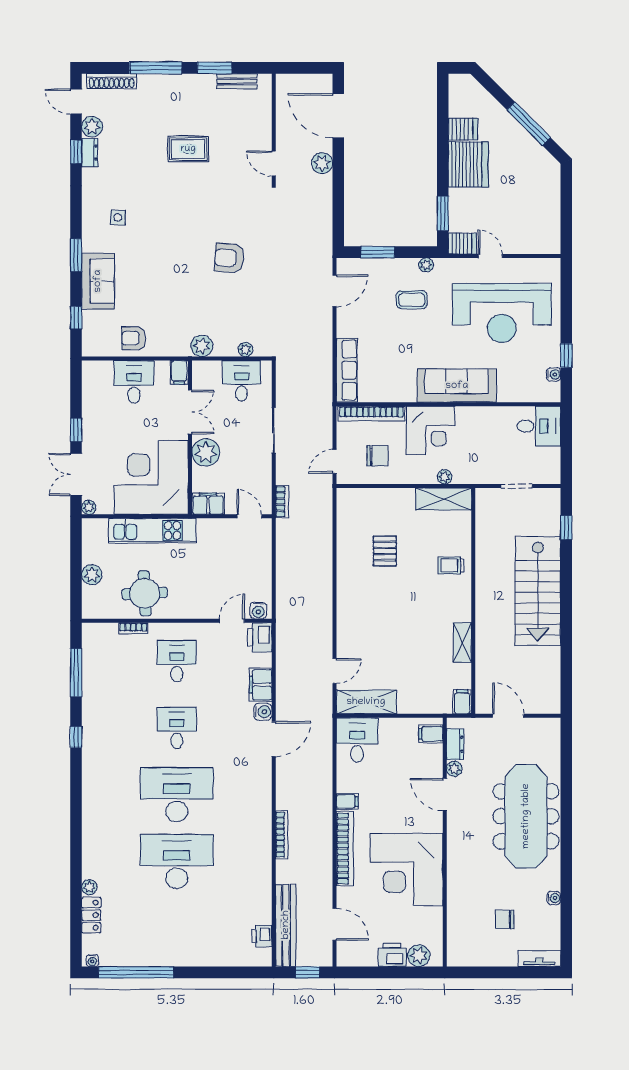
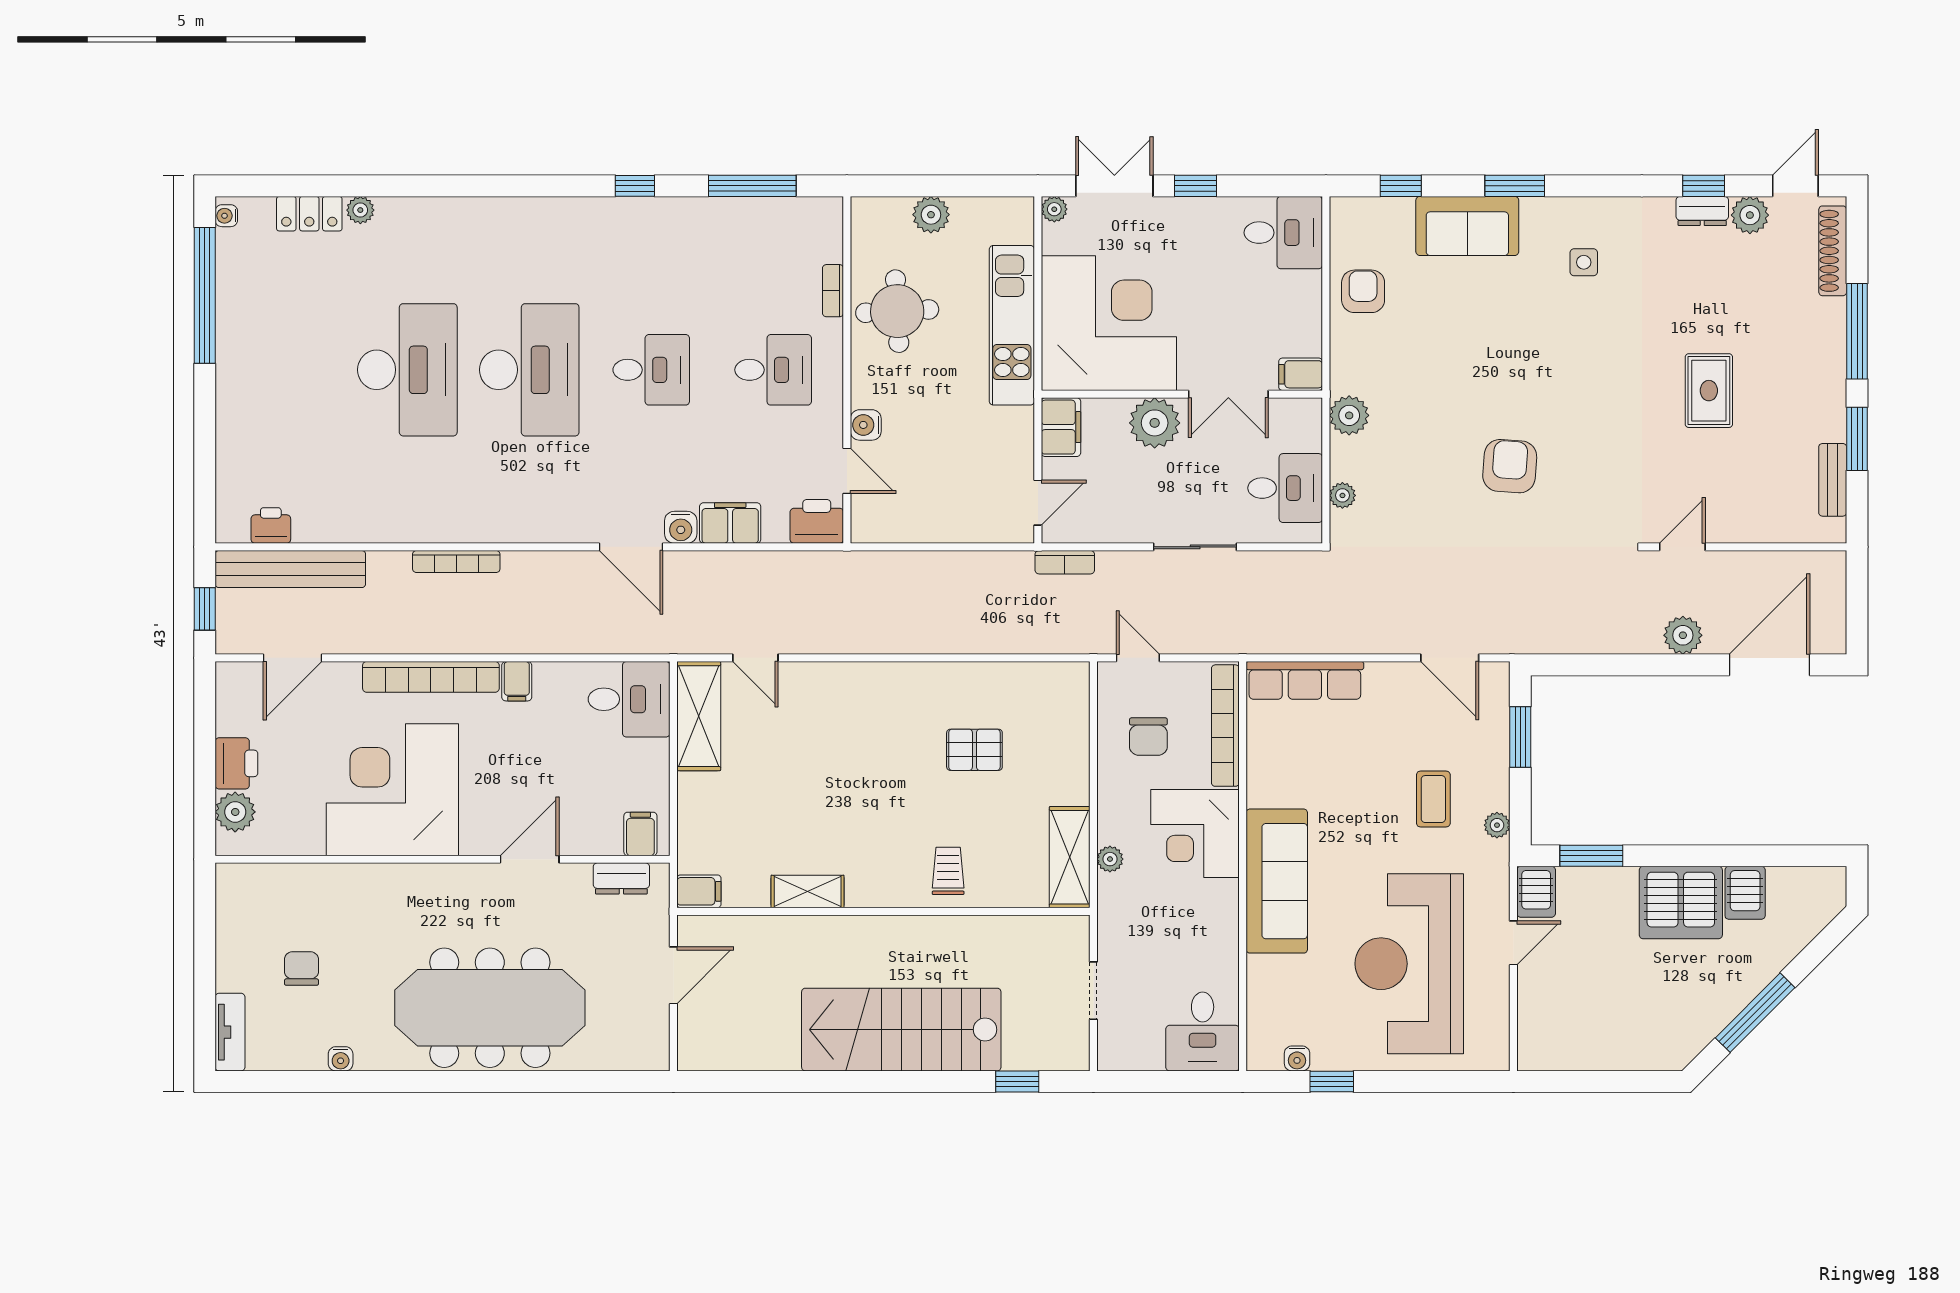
desk: (134, 382) -> (1283, 233), moved
water cooler: (258, 611) -> (866, 425), moved
plant: (454, 769) -> (577, 877), removed

